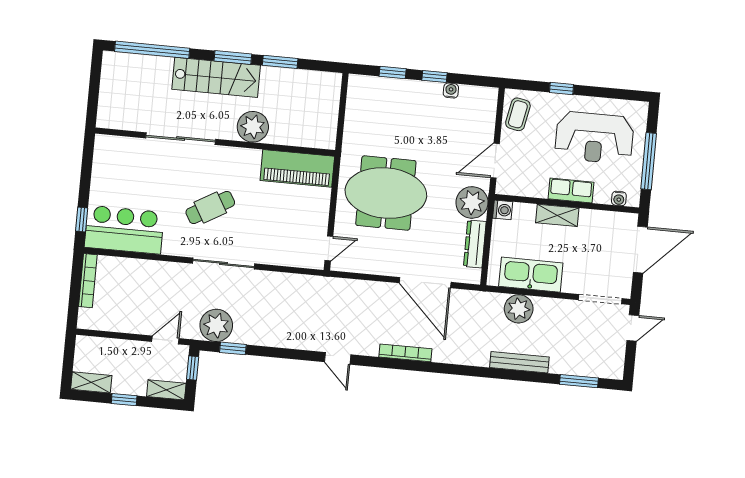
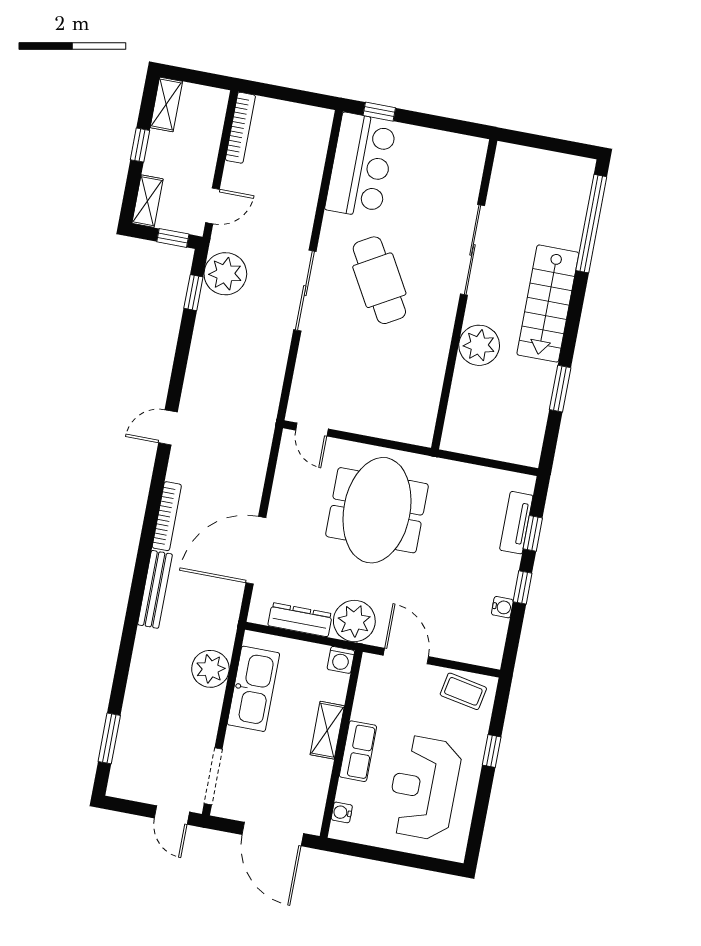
window: (233, 57) -> (572, 328), removed
tv unit: (386, 86) -> (516, 523), added
window: (649, 161) -> (387, 856), removed
piano: (297, 168) -> (420, 398), removed
cafe table: (210, 207) -> (379, 280), width x1.37, depth x1.35
bookcase: (88, 281) -> (240, 128), moved, turned -90
door: (165, 340) -> (213, 206), hinge flipped
bench: (519, 362) -> (155, 589), moved

